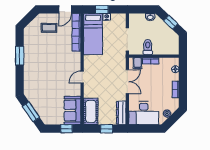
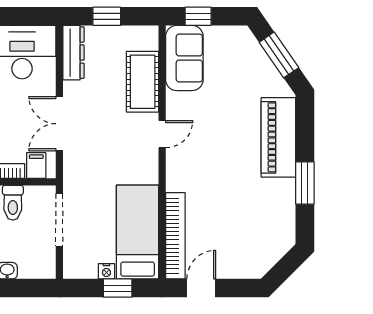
coffee table: (49, 28) -> (238, 246), removed
piano: (31, 76) -> (278, 137), added
cot: (91, 111) -> (143, 82), moved

